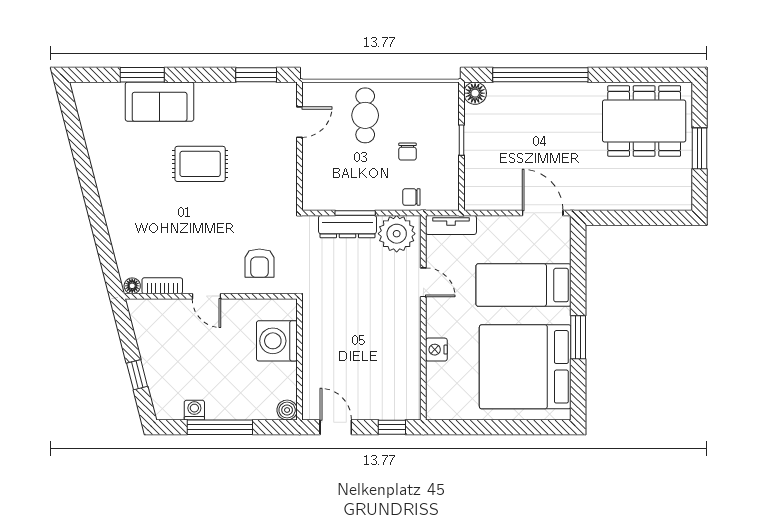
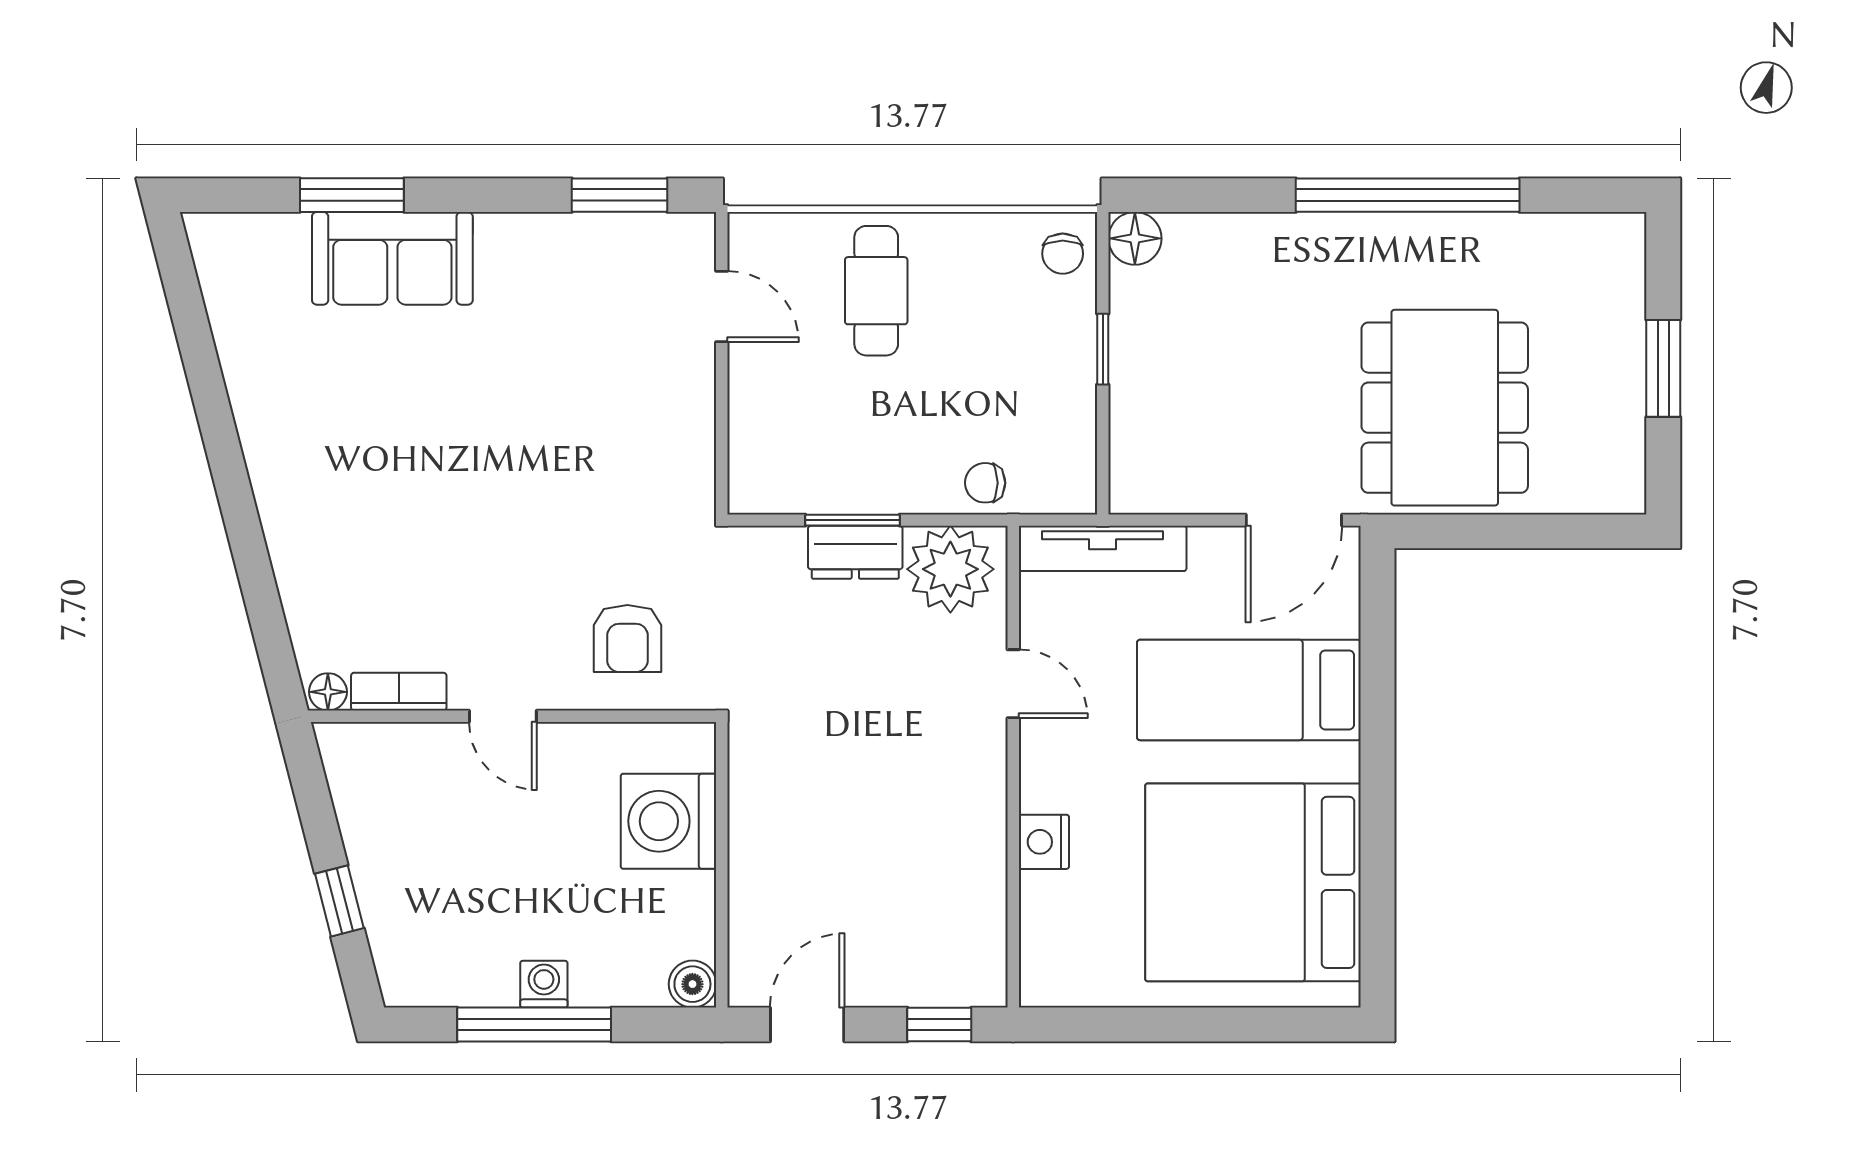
window: (540, 75) -> (1408, 195), moved
dining table: (644, 121) -> (1445, 408), moved, turned 90
door: (300, 122) -> (722, 307), hinge flipped
chair: (407, 152) -> (1063, 254), moved
rug: (200, 164) -> (488, 405), removed
door: (543, 213) -> (1294, 520), swing flipped
tv unit: (451, 225) -> (1103, 548), width x1.41
dresser: (347, 227) -> (855, 552), width x0.70
window: (578, 337) -> (1377, 813), removed
washing machine: (194, 410) -> (544, 984), moved
door: (336, 427) -> (807, 1025), hinge flipped

